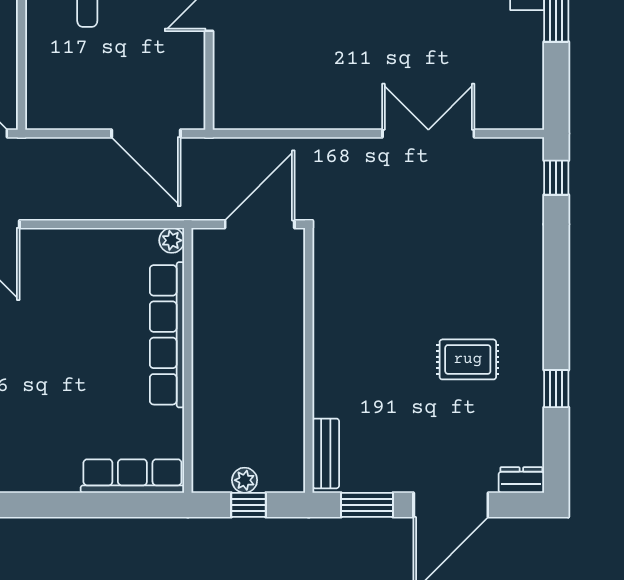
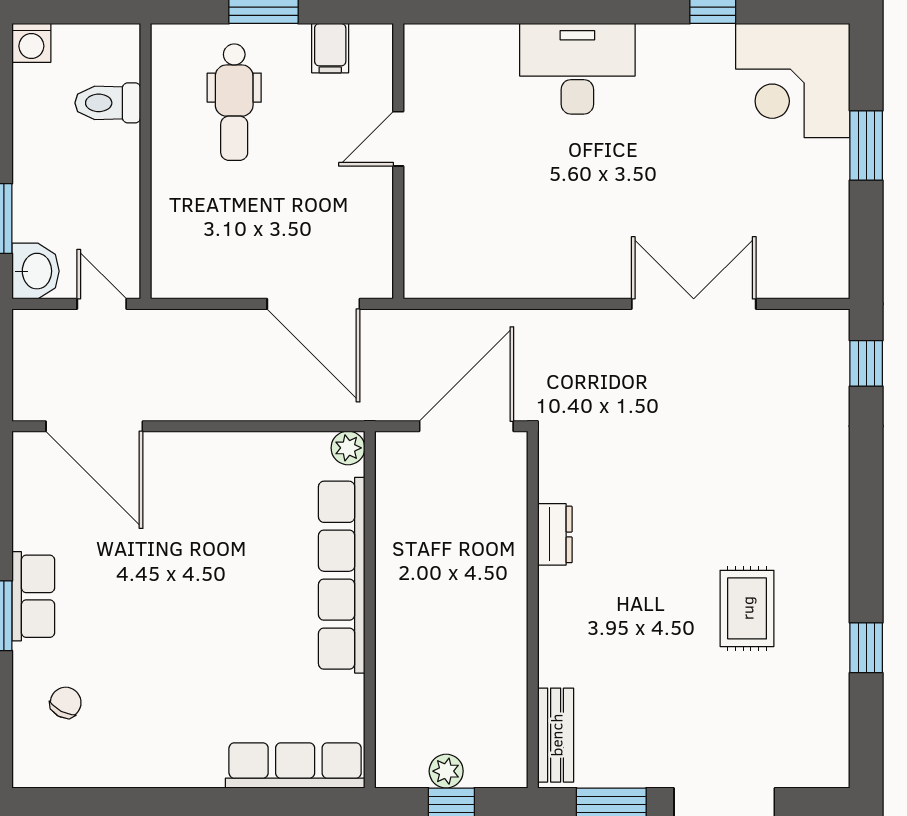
rug: (468, 359) -> (747, 608), turned 90
dresser: (521, 480) -> (555, 534), moved, turned 90

